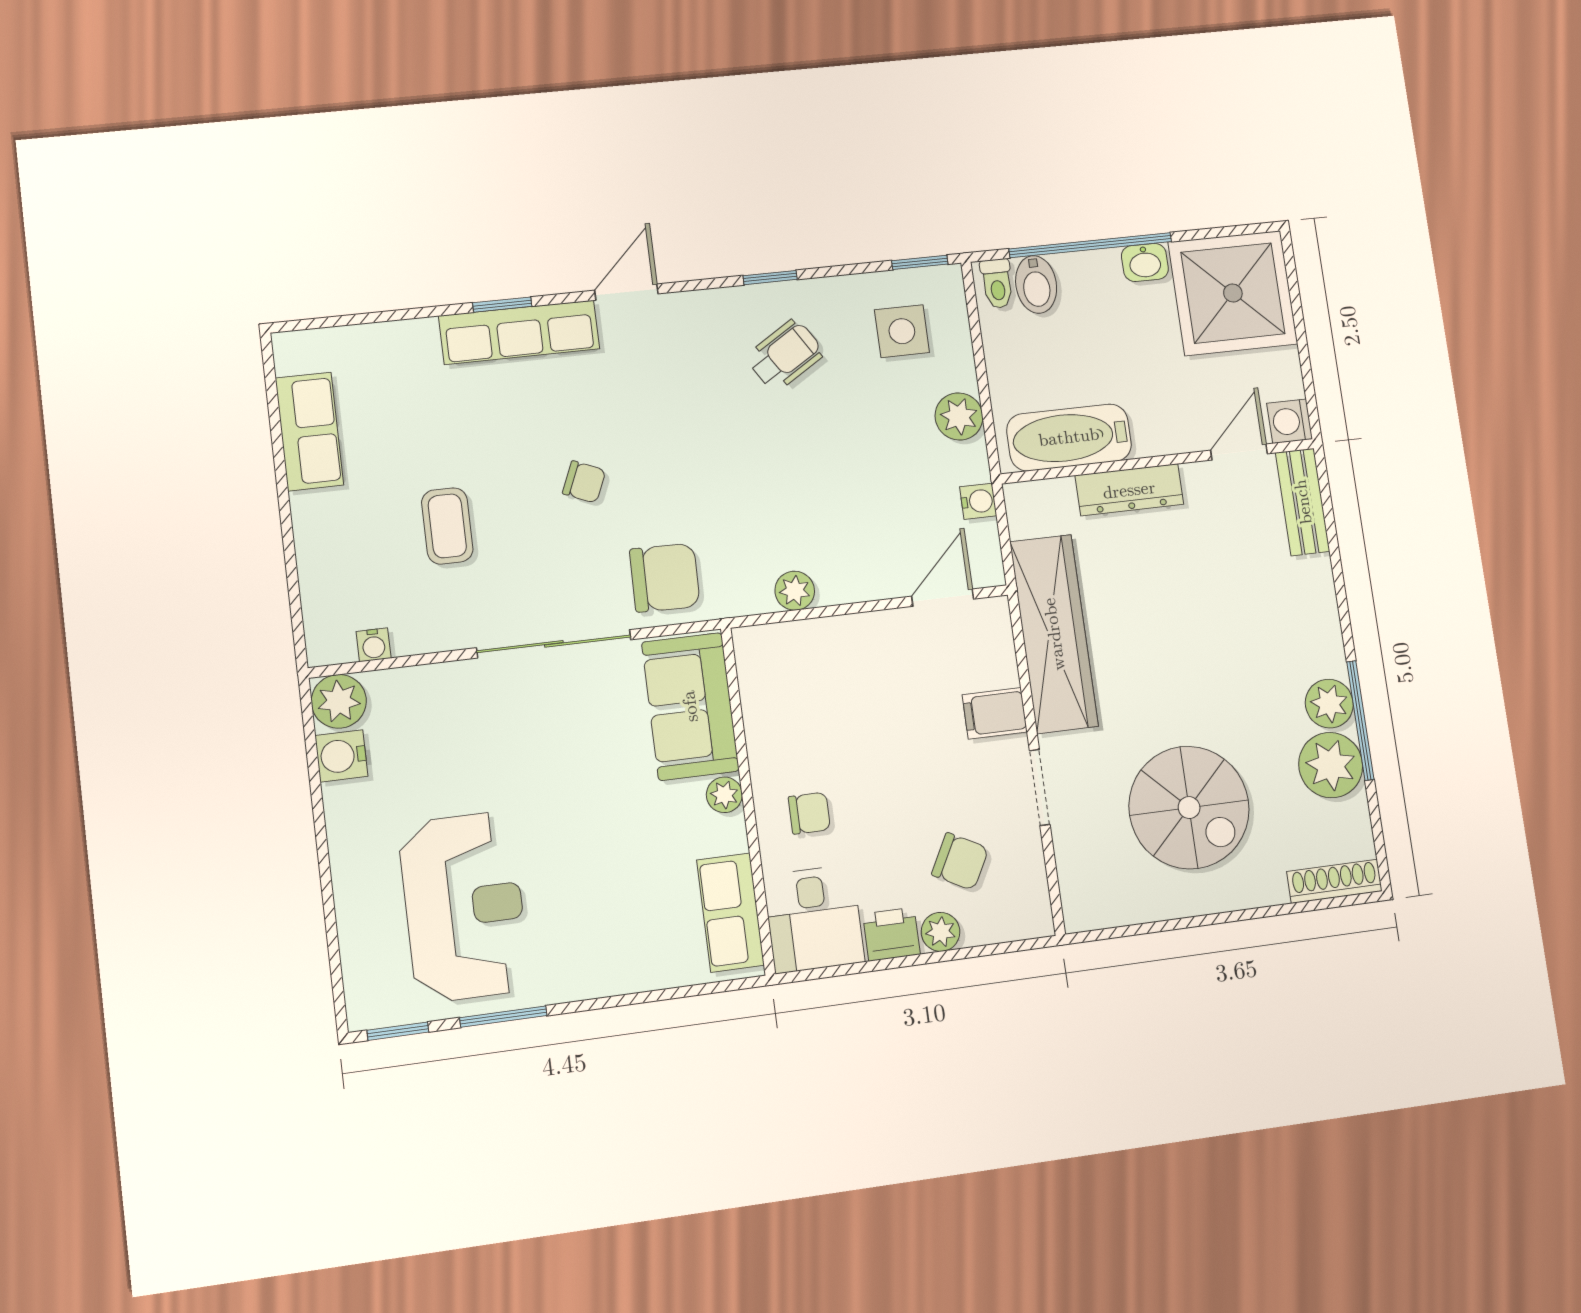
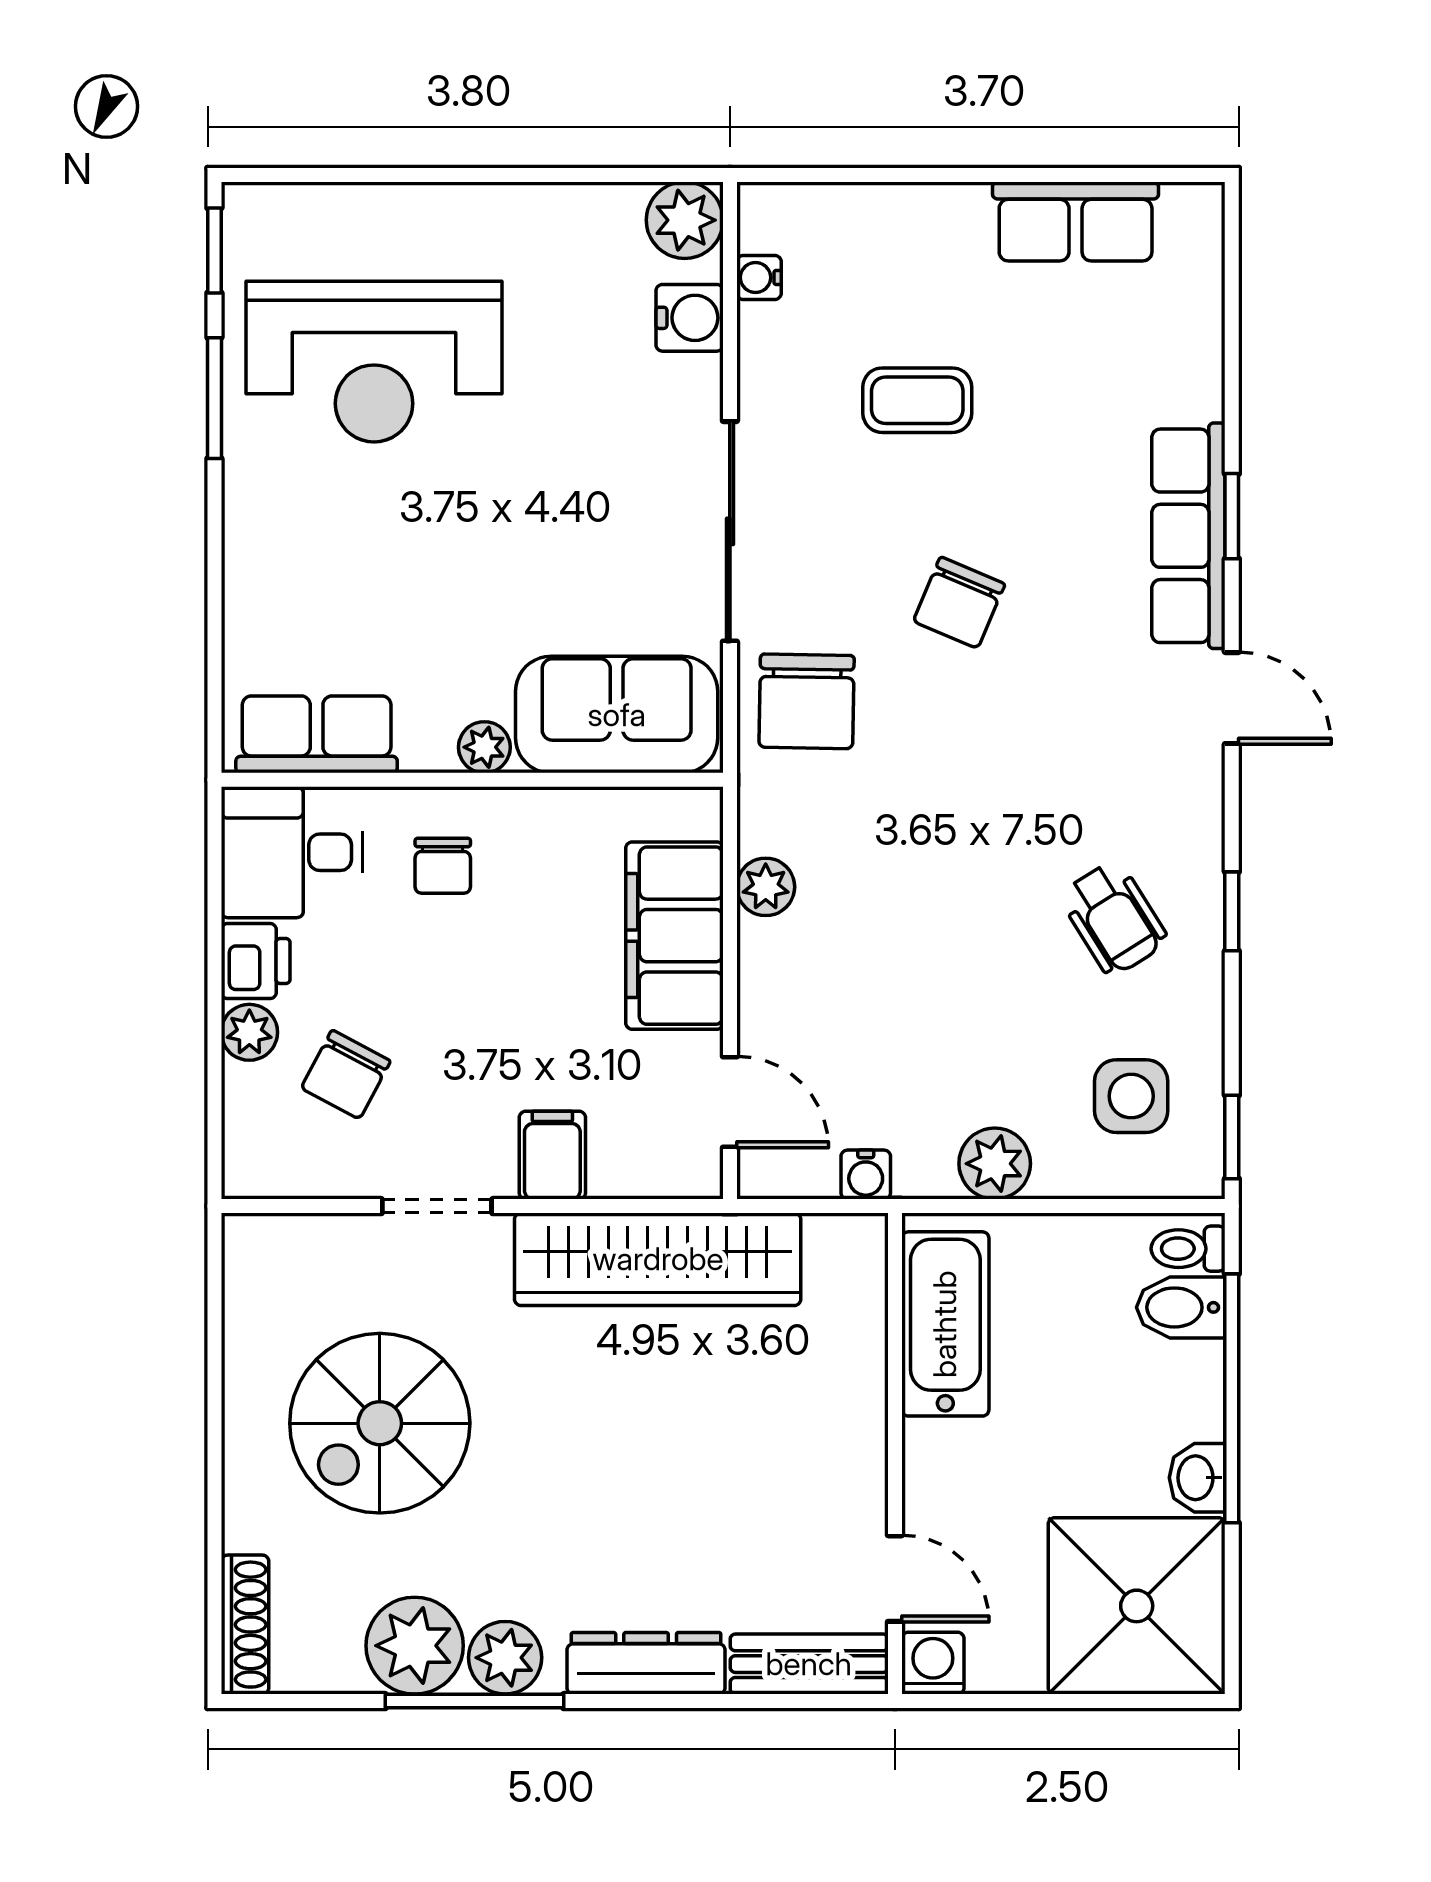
chair: (584, 482) -> (959, 603), width x1.37, depth x1.37
dresser: (1129, 490) -> (646, 1663), moved, turned 90
filing cabinet: (836, 649) -> (674, 936), added
water cooler: (341, 756) -> (690, 318), moved, turned 90

